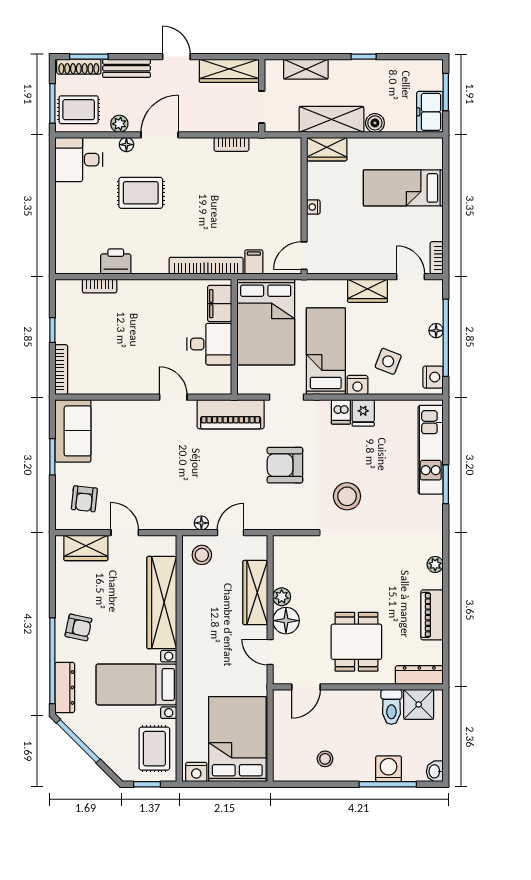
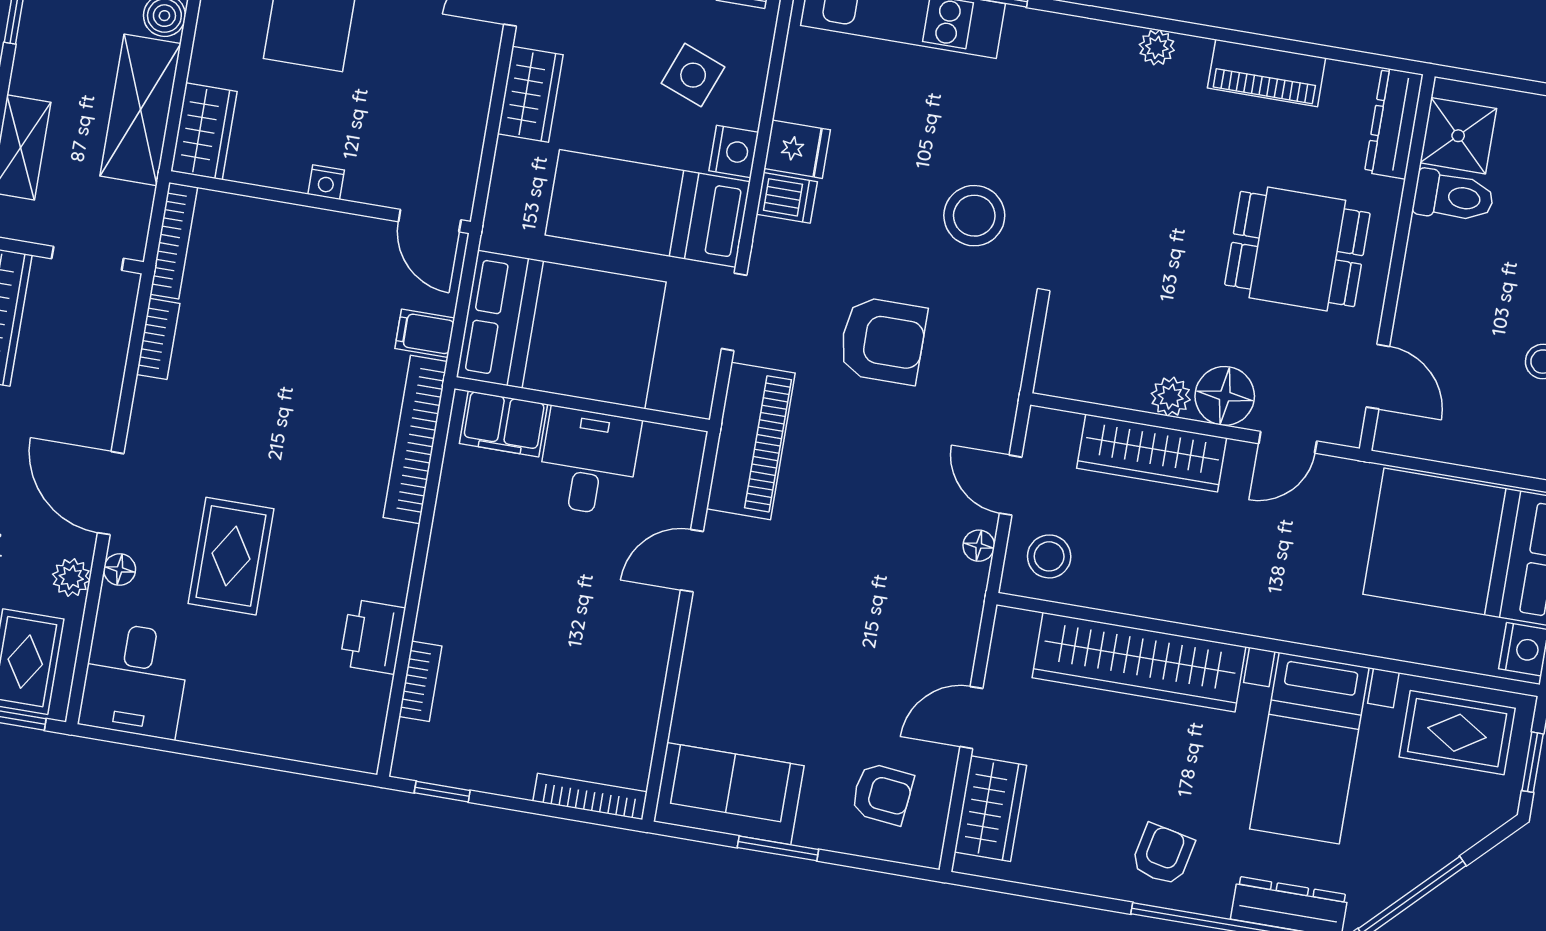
bookcase: (276, 144) -> (174, 241), added
window: (52, 330) -> (442, 792), moved
armchair: (285, 465) -> (883, 340), turned -90

